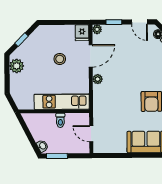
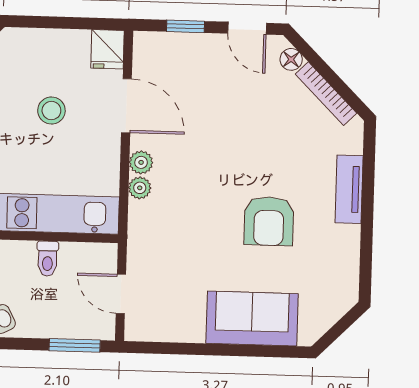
plant: (97, 29) -> (140, 188), moved
door: (91, 56) -> (126, 106), hinge flipped
window: (57, 156) -> (75, 345), moved

